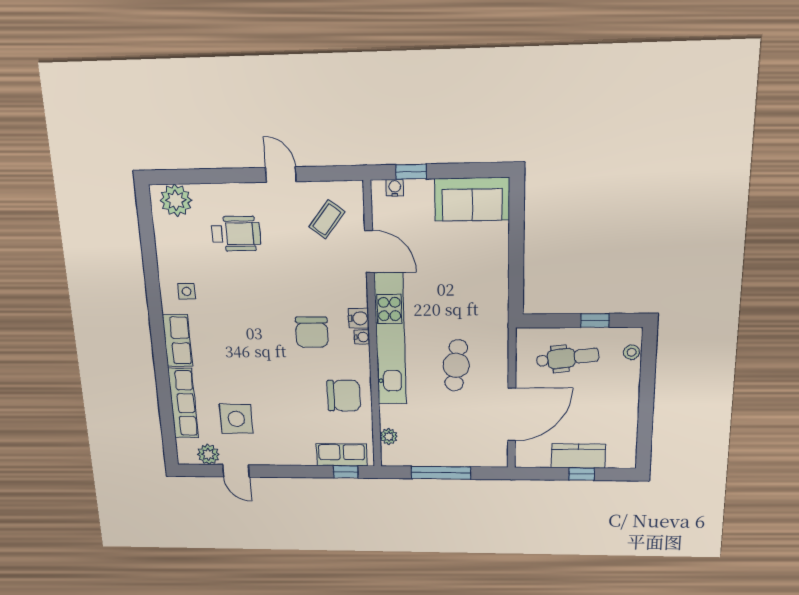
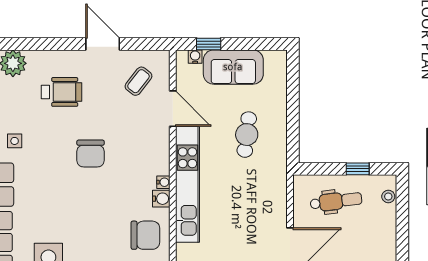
door: (281, 175) -> (103, 44), width x1.38
sofa: (472, 199) -> (233, 67), moved
water cooler: (359, 318) -> (161, 199), moved
chair: (312, 332) -> (91, 154), moved
cafe table: (456, 365) -> (247, 135), moved

